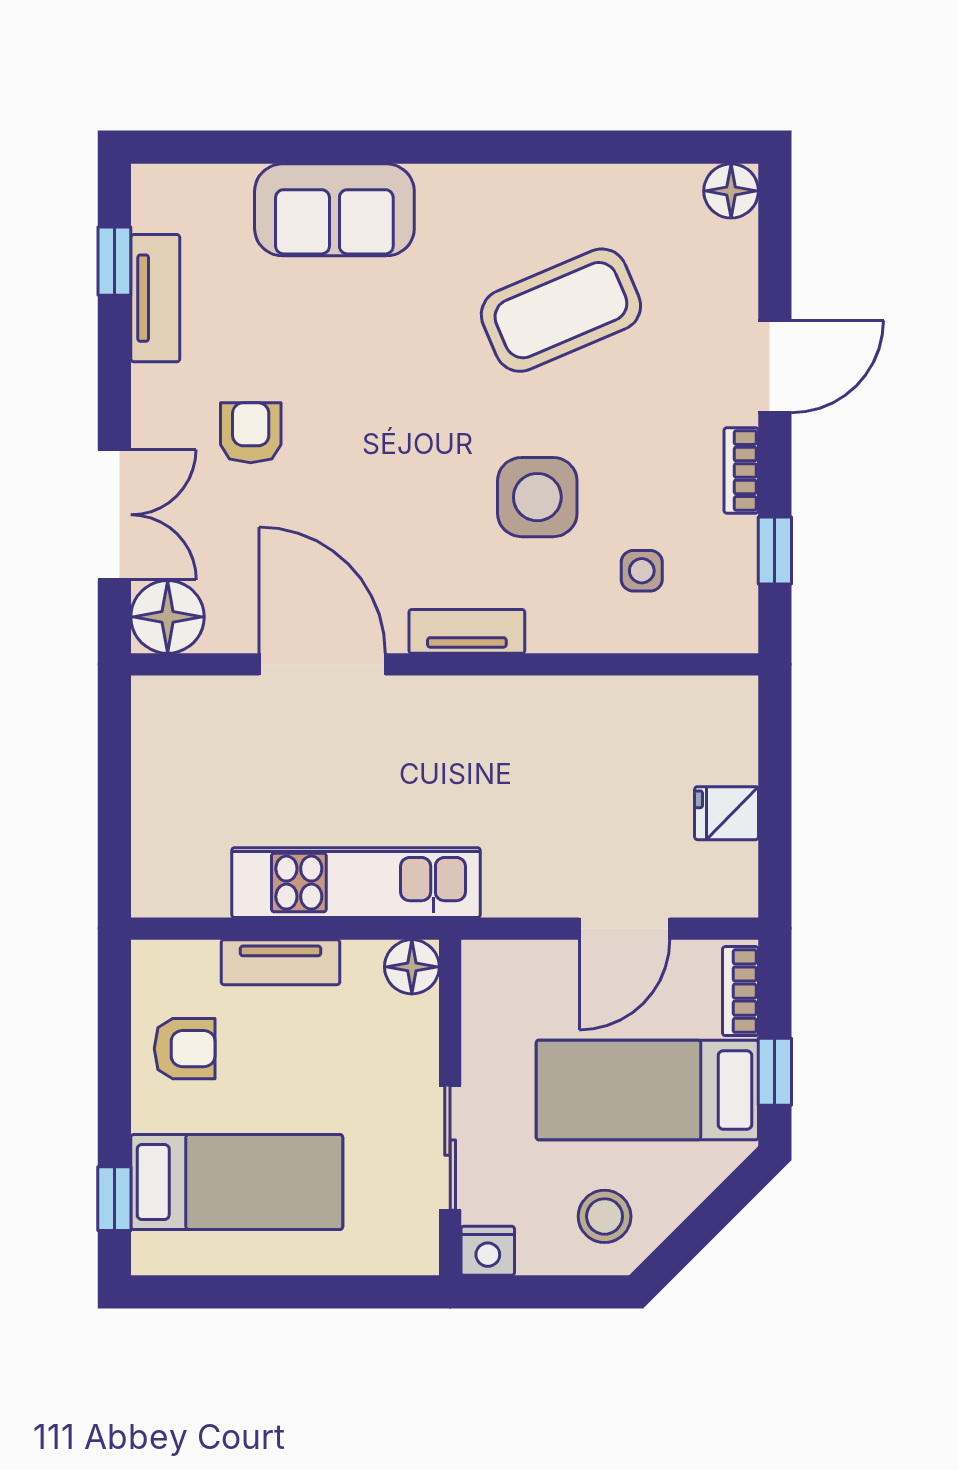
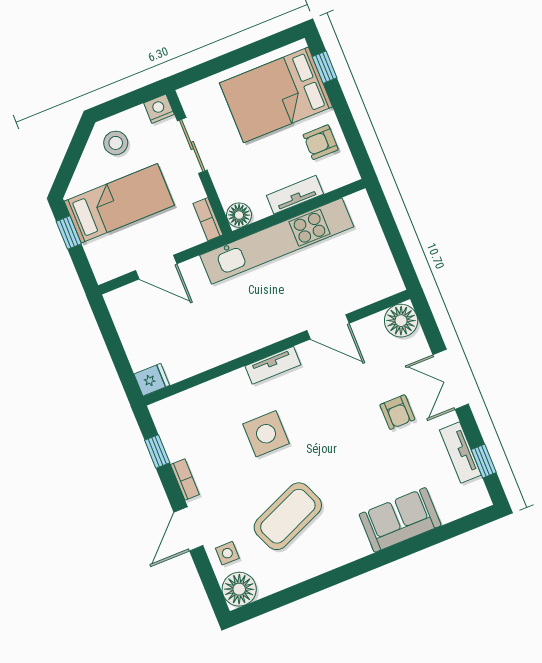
floor lamp: (731, 191) -> (239, 589), width x1.38, depth x1.38
double door: (114, 515) -> (451, 379), moved
side table: (642, 571) -> (227, 553), moved
door: (322, 664) -> (328, 327), width x0.73
fridge: (726, 813) -> (152, 380), moved
kitchen unit: (356, 883) -> (277, 241), width x1.36
door: (624, 929) -> (156, 267), swing flipped
bookcase: (740, 991) -> (208, 219), moved, turned 180
bed: (237, 1182) -> (276, 95), width x1.50

